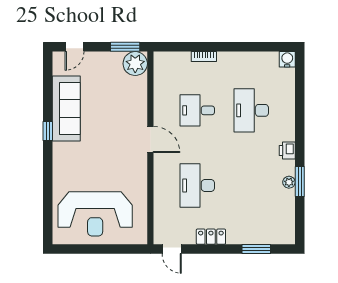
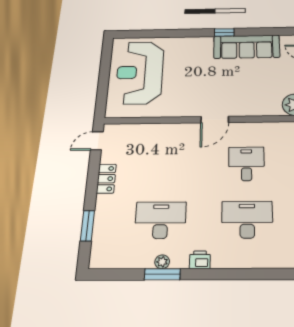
desk: (197, 185) -> (161, 220), moved

